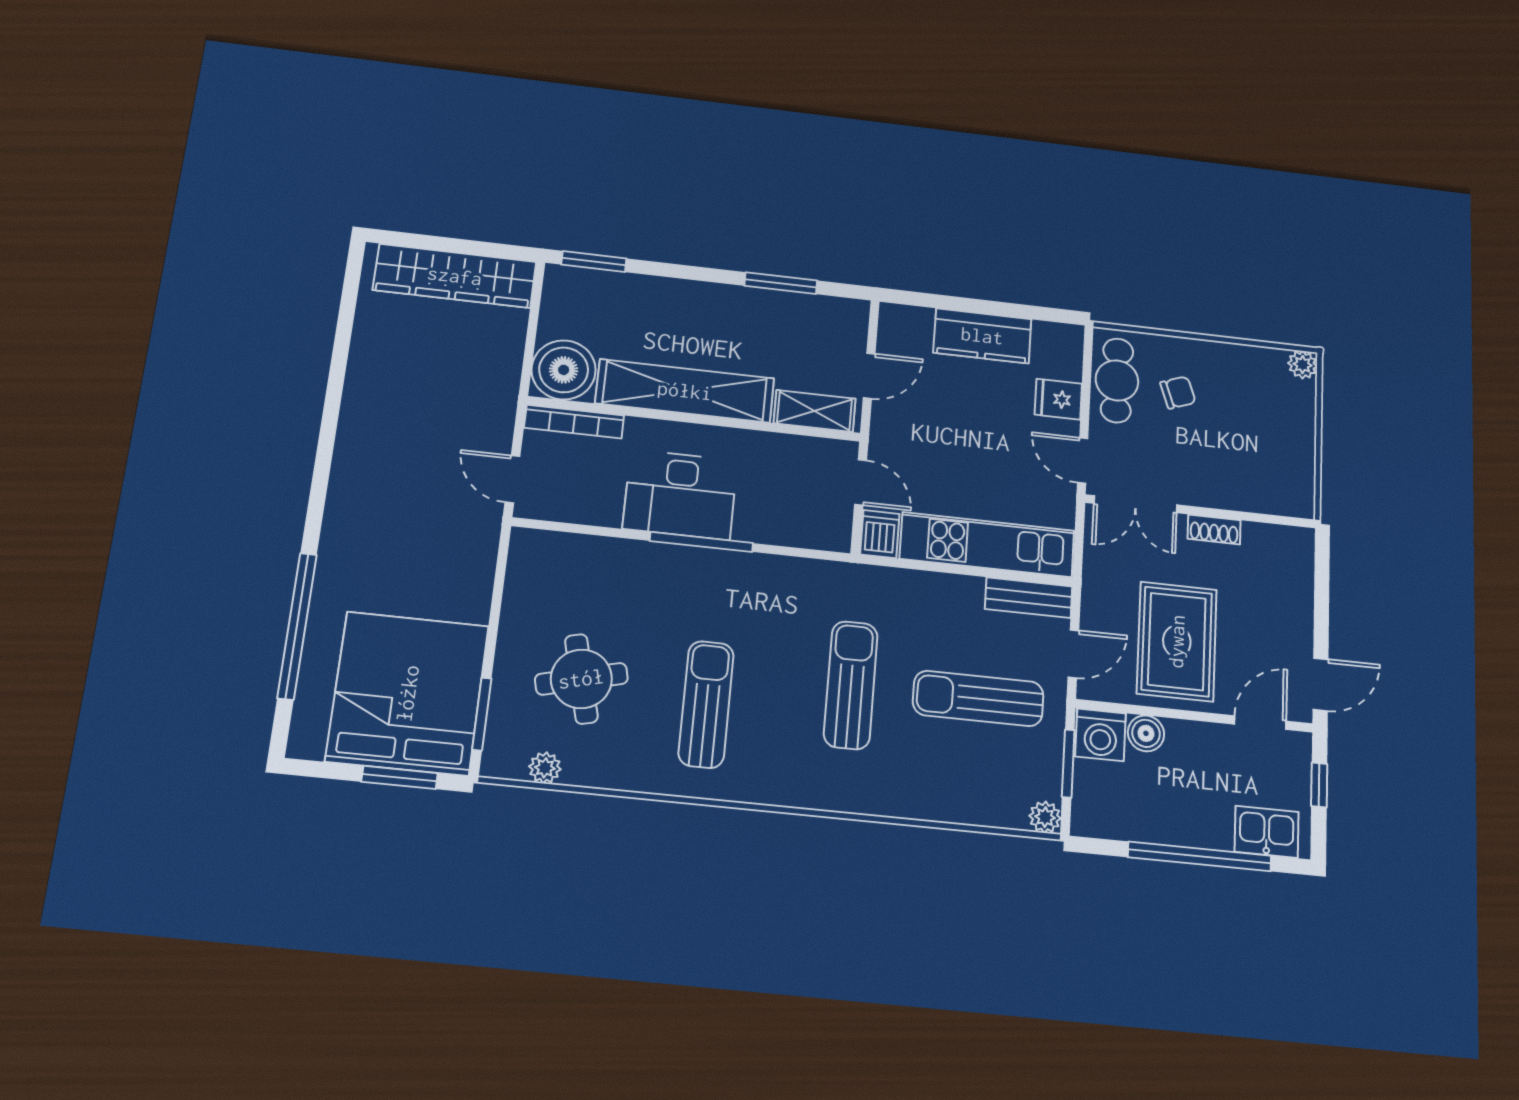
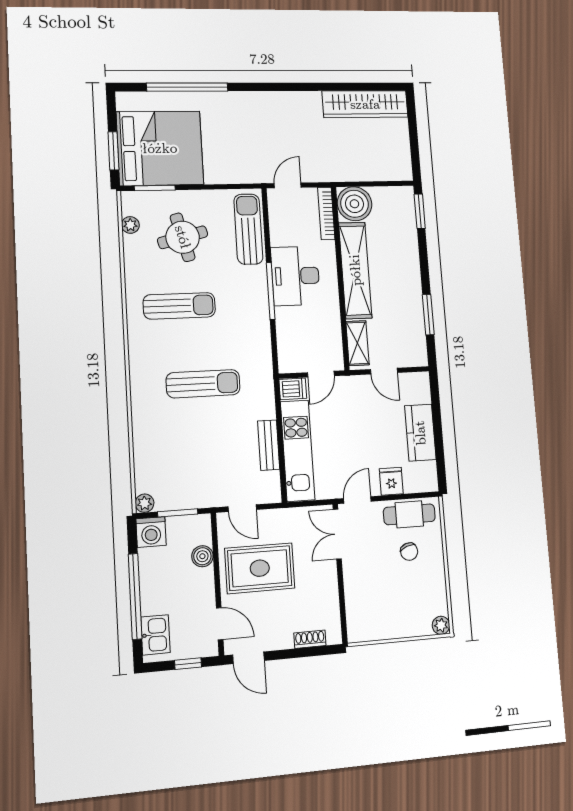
wardrobe: (455, 276) -> (365, 104), moved, turned -90
shoe rack: (1214, 529) -> (310, 639), moved, turned 90
bench: (1029, 598) -> (269, 445), moved
sun lounger: (978, 698) -> (248, 229), moved
washing machine: (1100, 735) -> (151, 532), moved, turned -90

